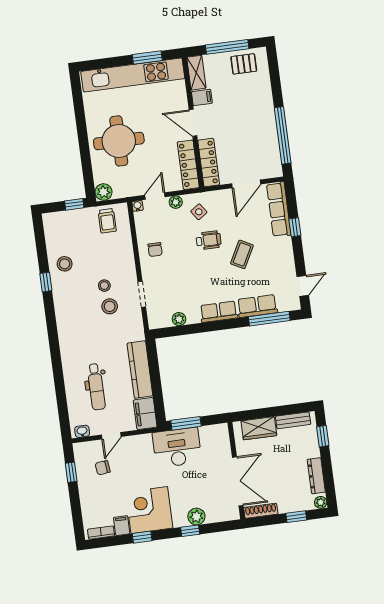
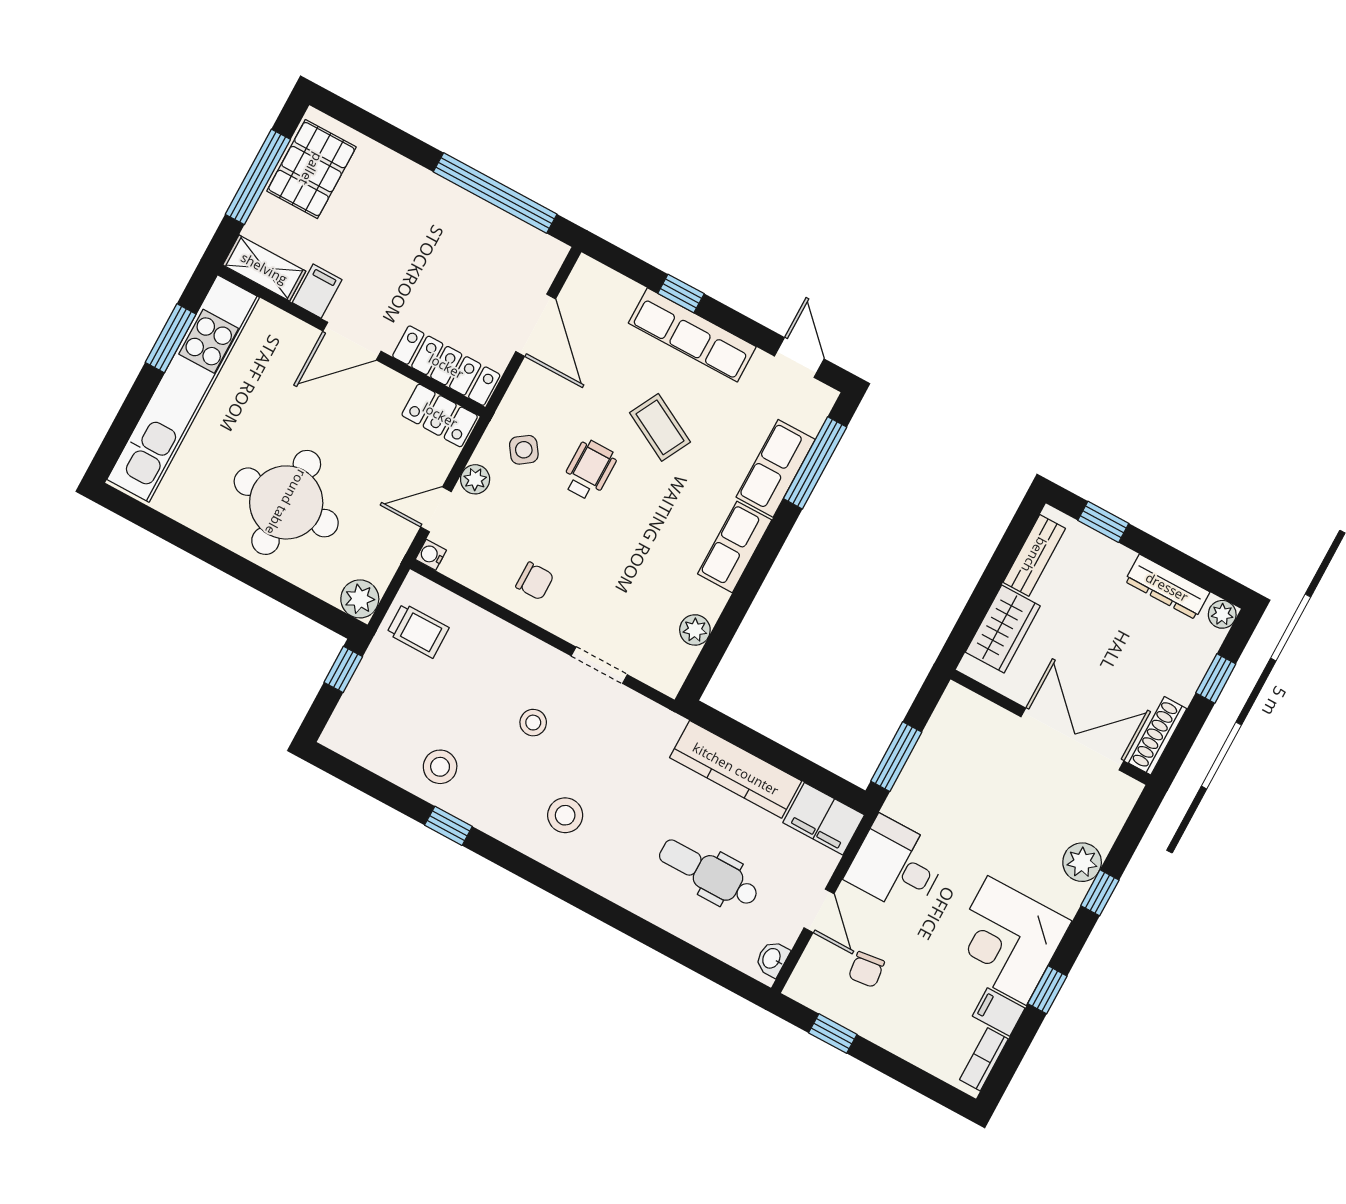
pallet: (244, 64) -> (311, 169), width x1.50, depth x1.42
locker: (188, 165) -> (440, 415), width x0.66
door: (155, 196) -> (436, 509), hinge flipped
row of seats: (279, 209) -> (692, 335), moved
stool: (110, 306) -> (565, 815), moved
dental chair: (96, 387) -> (709, 873), turned 180
desk: (177, 448) -> (897, 865), moved, width x0.73

